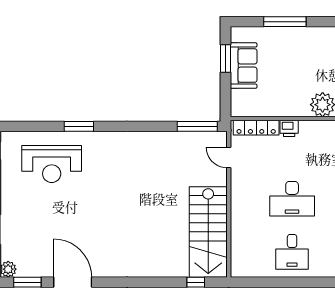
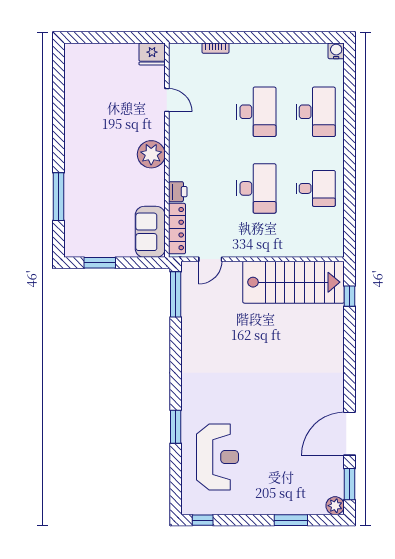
sofa: (244, 66) -> (150, 232), moved, turned -90

